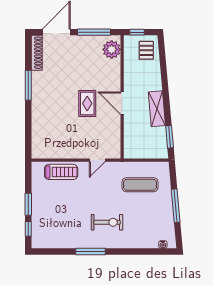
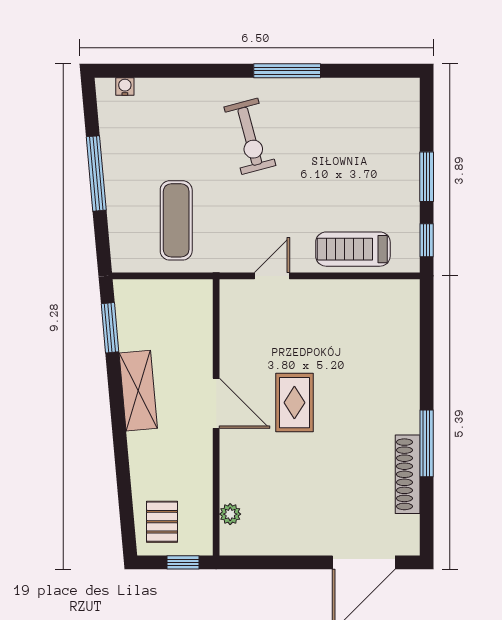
window: (94, 32) -> (279, 562), removed
plant: (112, 49) -> (230, 514), width x0.53, depth x0.53
shoe rack: (37, 53) -> (408, 474), moved
exercise mat: (140, 185) -> (176, 220), turned 90
exercise bike: (107, 222) -> (250, 136), turned -105
window: (28, 229) -> (427, 240), moved

